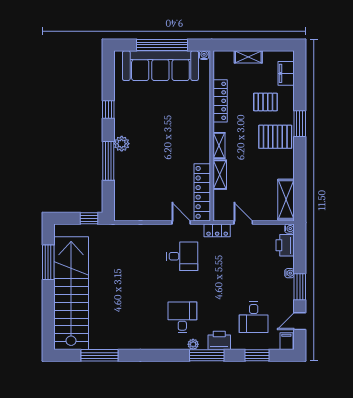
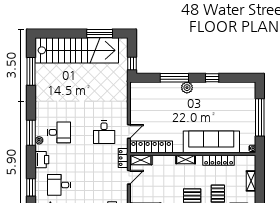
sofa: (160, 66) -> (211, 142), moved, turned 90
shelving: (220, 175) -> (141, 160), moved
window: (207, 355) -> (31, 133), moved

